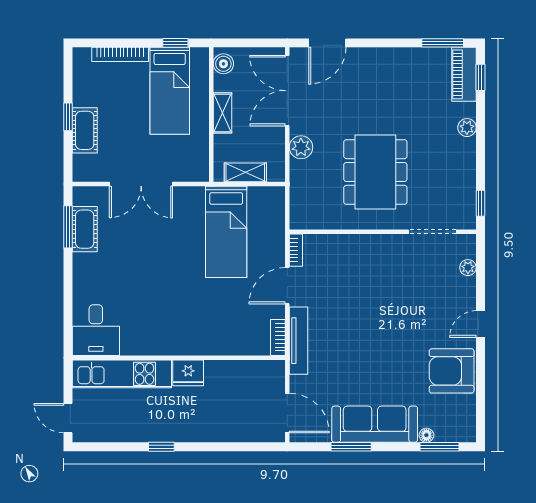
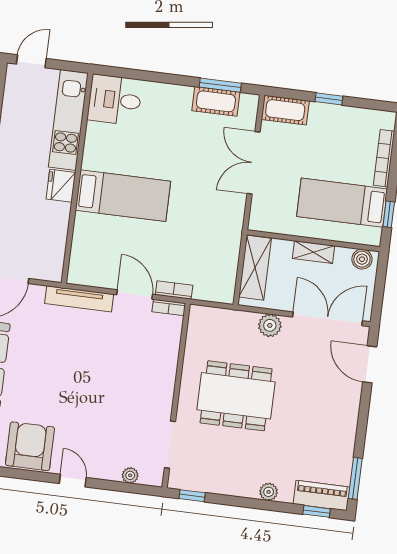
cot: (85, 130) -> (285, 110), moved
shelving: (245, 172) -> (255, 268), width x1.50, depth x1.33
bed: (226, 232) -> (123, 196), moved, turned 180
bookcase: (278, 337) -> (174, 290), moved

